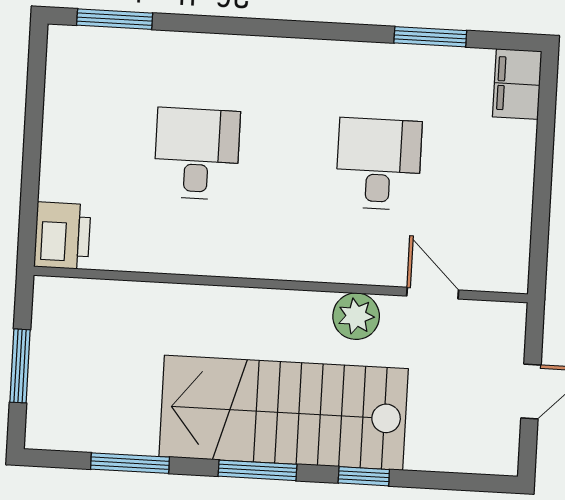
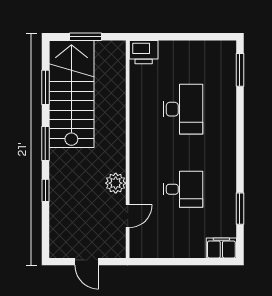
desk: (197, 154) -> (183, 109), width x1.37
stairs: (284, 413) -> (71, 94), moved

